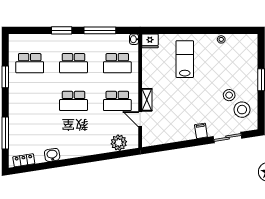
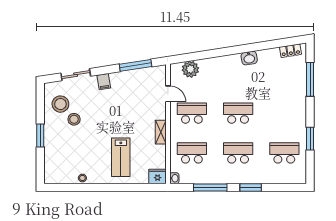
shelving: (147, 100) -> (161, 132), moved
window: (171, 146) -> (136, 65), added
washbasin: (52, 155) -> (249, 58), moved

